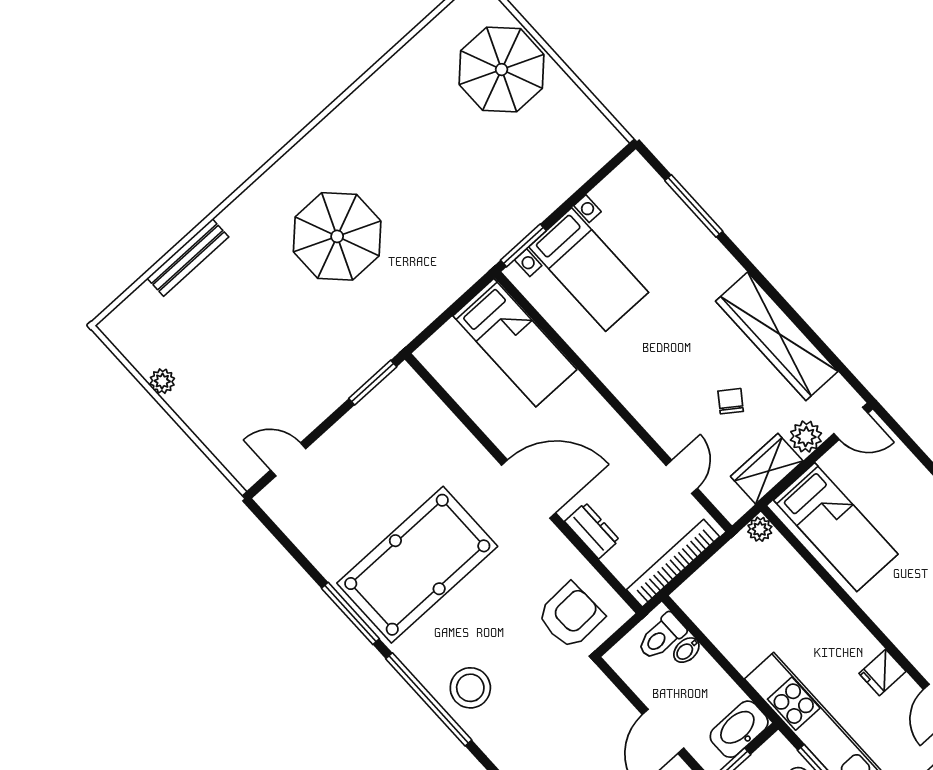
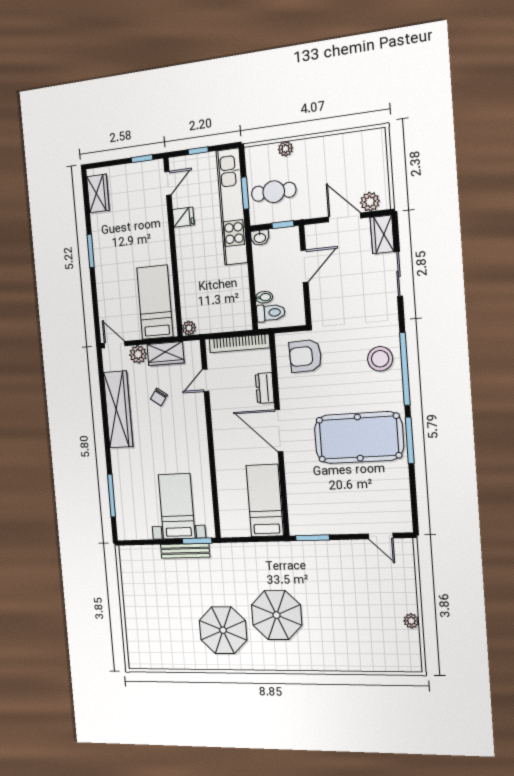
parasol: (502, 70) -> (223, 630), moved
bench: (188, 258) -> (185, 551), moved
bed: (515, 343) -> (265, 501), moved
washbasin: (739, 729) -> (260, 238), width x0.52, depth x0.69

